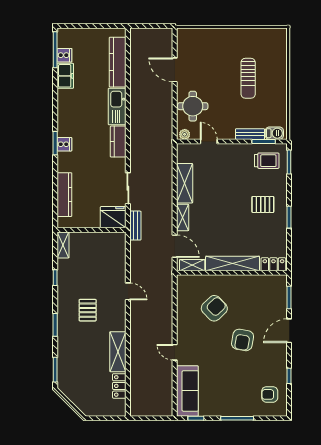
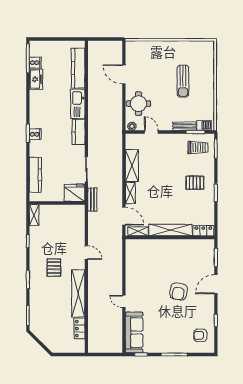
armchair: (214, 308) -> (156, 266), removed
shelving: (118, 352) -> (78, 293), width x1.47

